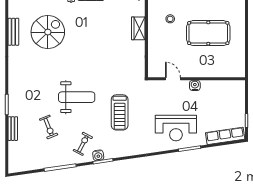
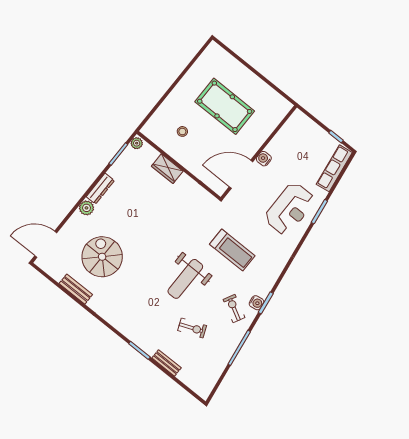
pool table: (208, 33) -> (225, 106), turned 90
door: (173, 79) -> (241, 174), width x1.88
weight bench: (77, 97) -> (185, 279), turned 180

